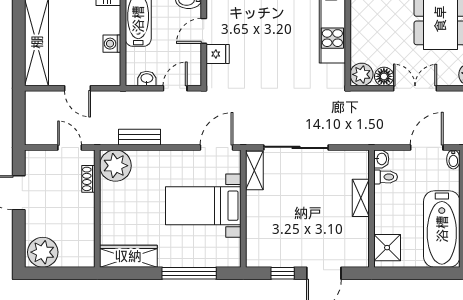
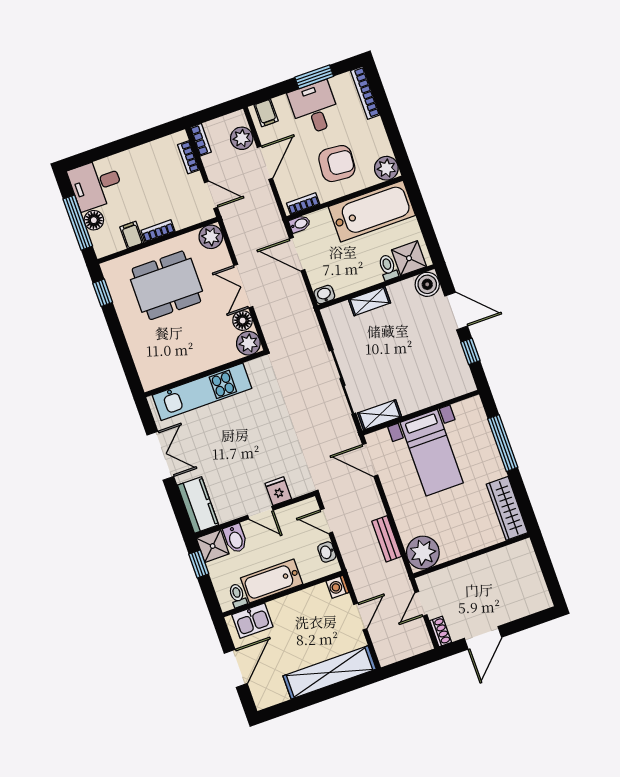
washing machine: (112, 44) -> (338, 587), moved, turned 90
toilet: (386, 177) -> (388, 267), moved
shoe rack: (88, 179) -> (441, 631), moved, turned -90
plant: (43, 252) -> (533, 594), removed
boiler: (357, 256) -> (427, 284), added

